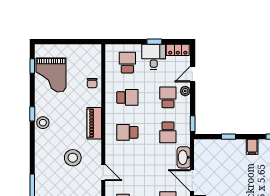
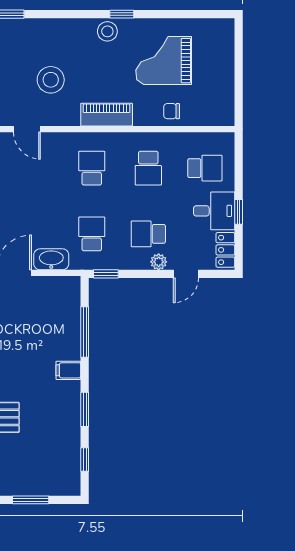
window: (32, 66) -> (199, 14), removed
door: (193, 74) -> (186, 274), swing flipped
grand piano: (51, 75) -> (164, 61), moved
school desk: (168, 97) -> (148, 234), turned 180
school desk: (168, 132) -> (92, 234), turned 90
window: (229, 137) -> (85, 332), width x2.17
door: (103, 172) -> (27, 129), hinge flipped

